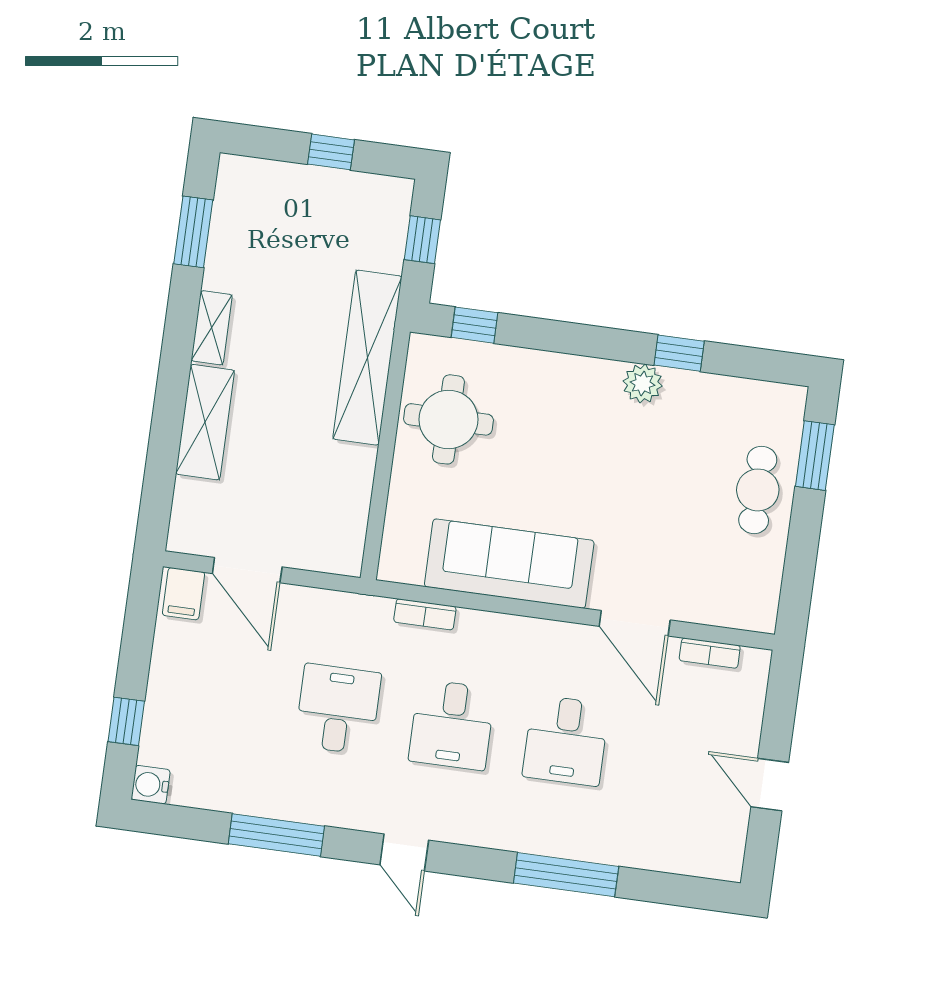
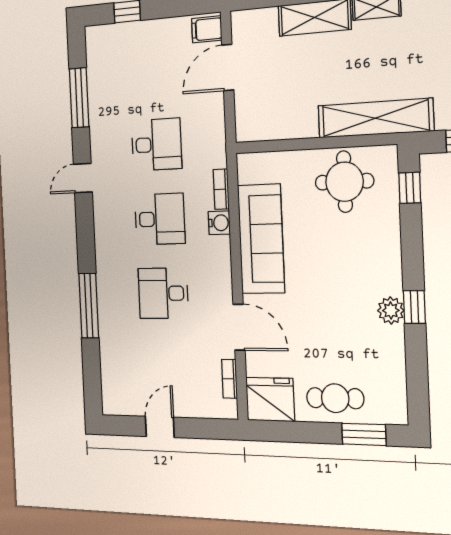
window: (679, 353) -> (414, 307), moved
fridge: (748, 593) -> (270, 399), added
door: (635, 623) -> (239, 327), swing flipped
desk: (452, 725) -> (160, 219), turned 180
water cooler: (151, 785) -> (219, 223), moved, turned 90
window: (276, 835) -> (79, 98), moved
door: (404, 853) -> (83, 178), moved

